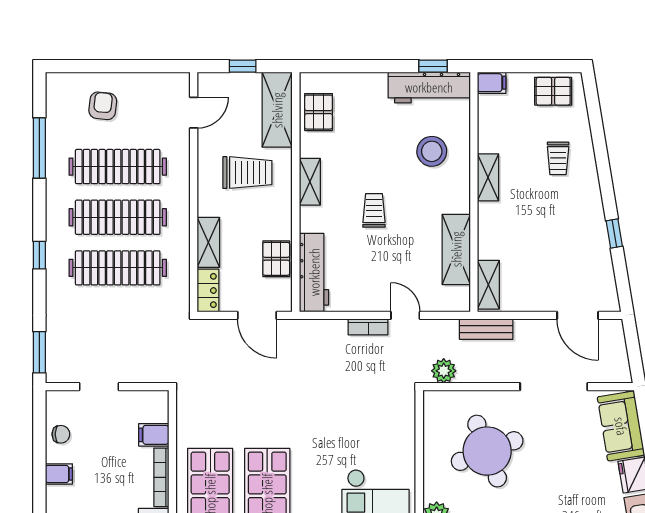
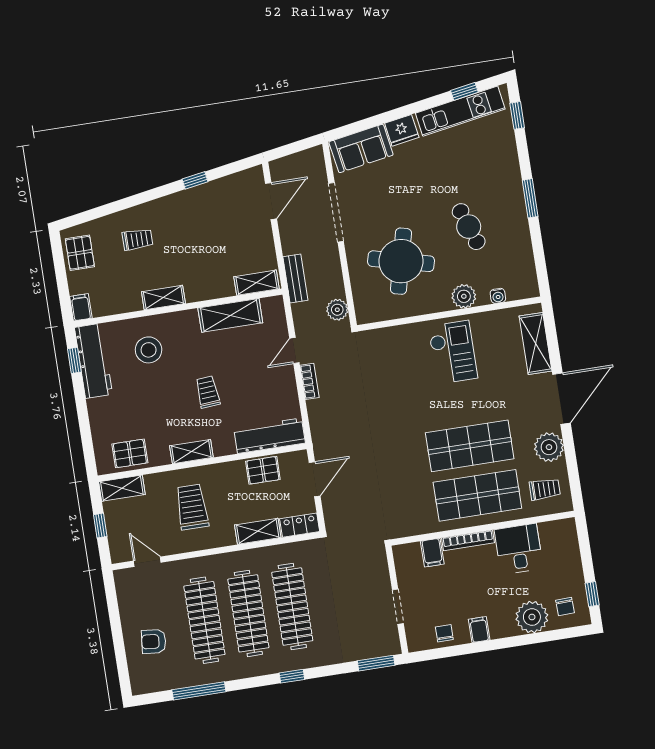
shelving: (277, 110) -> (122, 488), width x0.67, depth x0.75
trolley: (374, 210) -> (208, 392), turned 86
round table: (487, 451) -> (401, 261), turned 35

